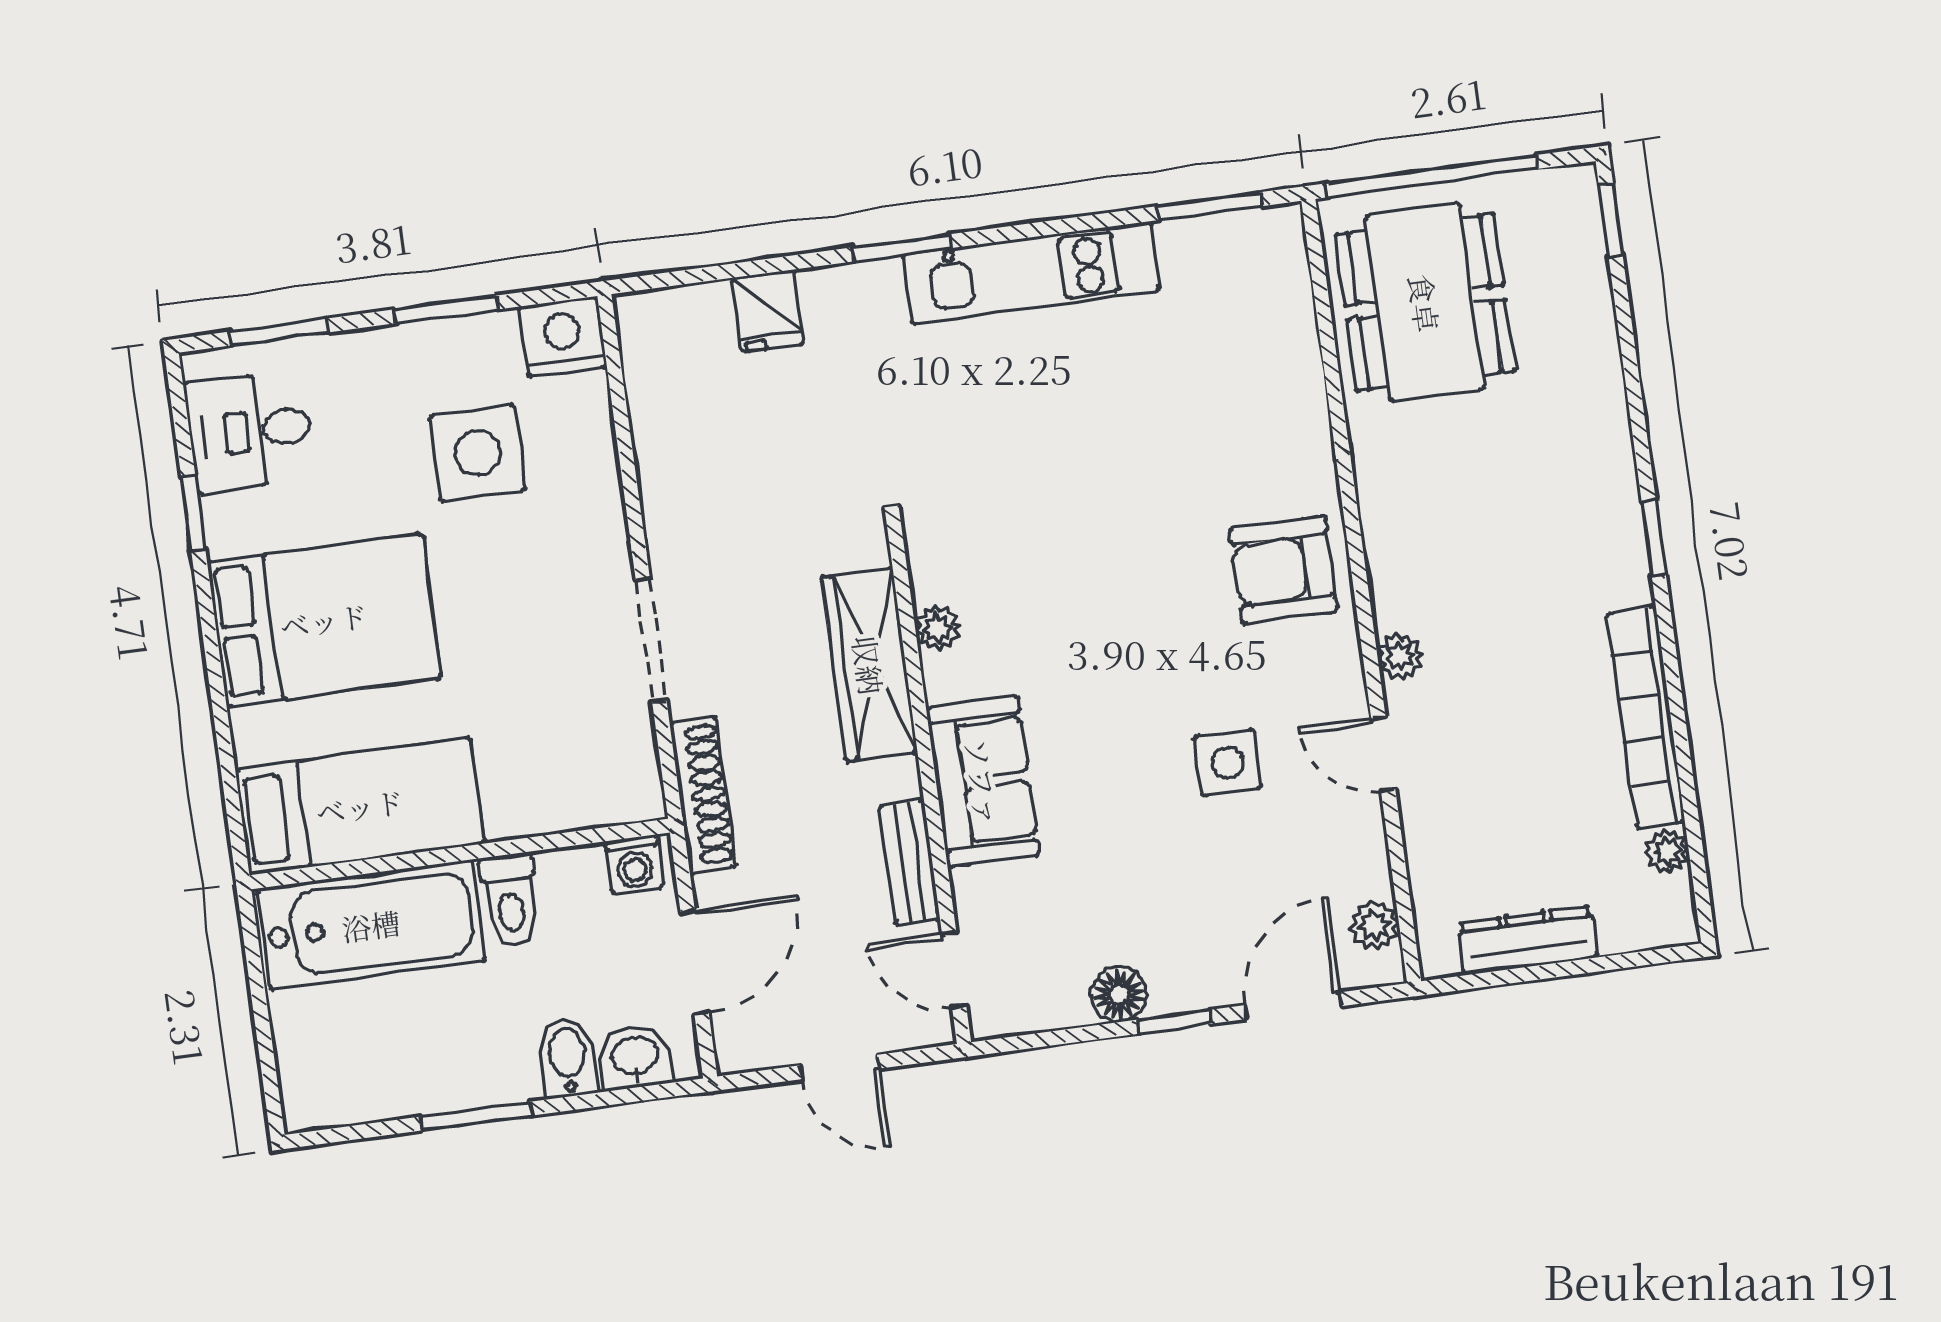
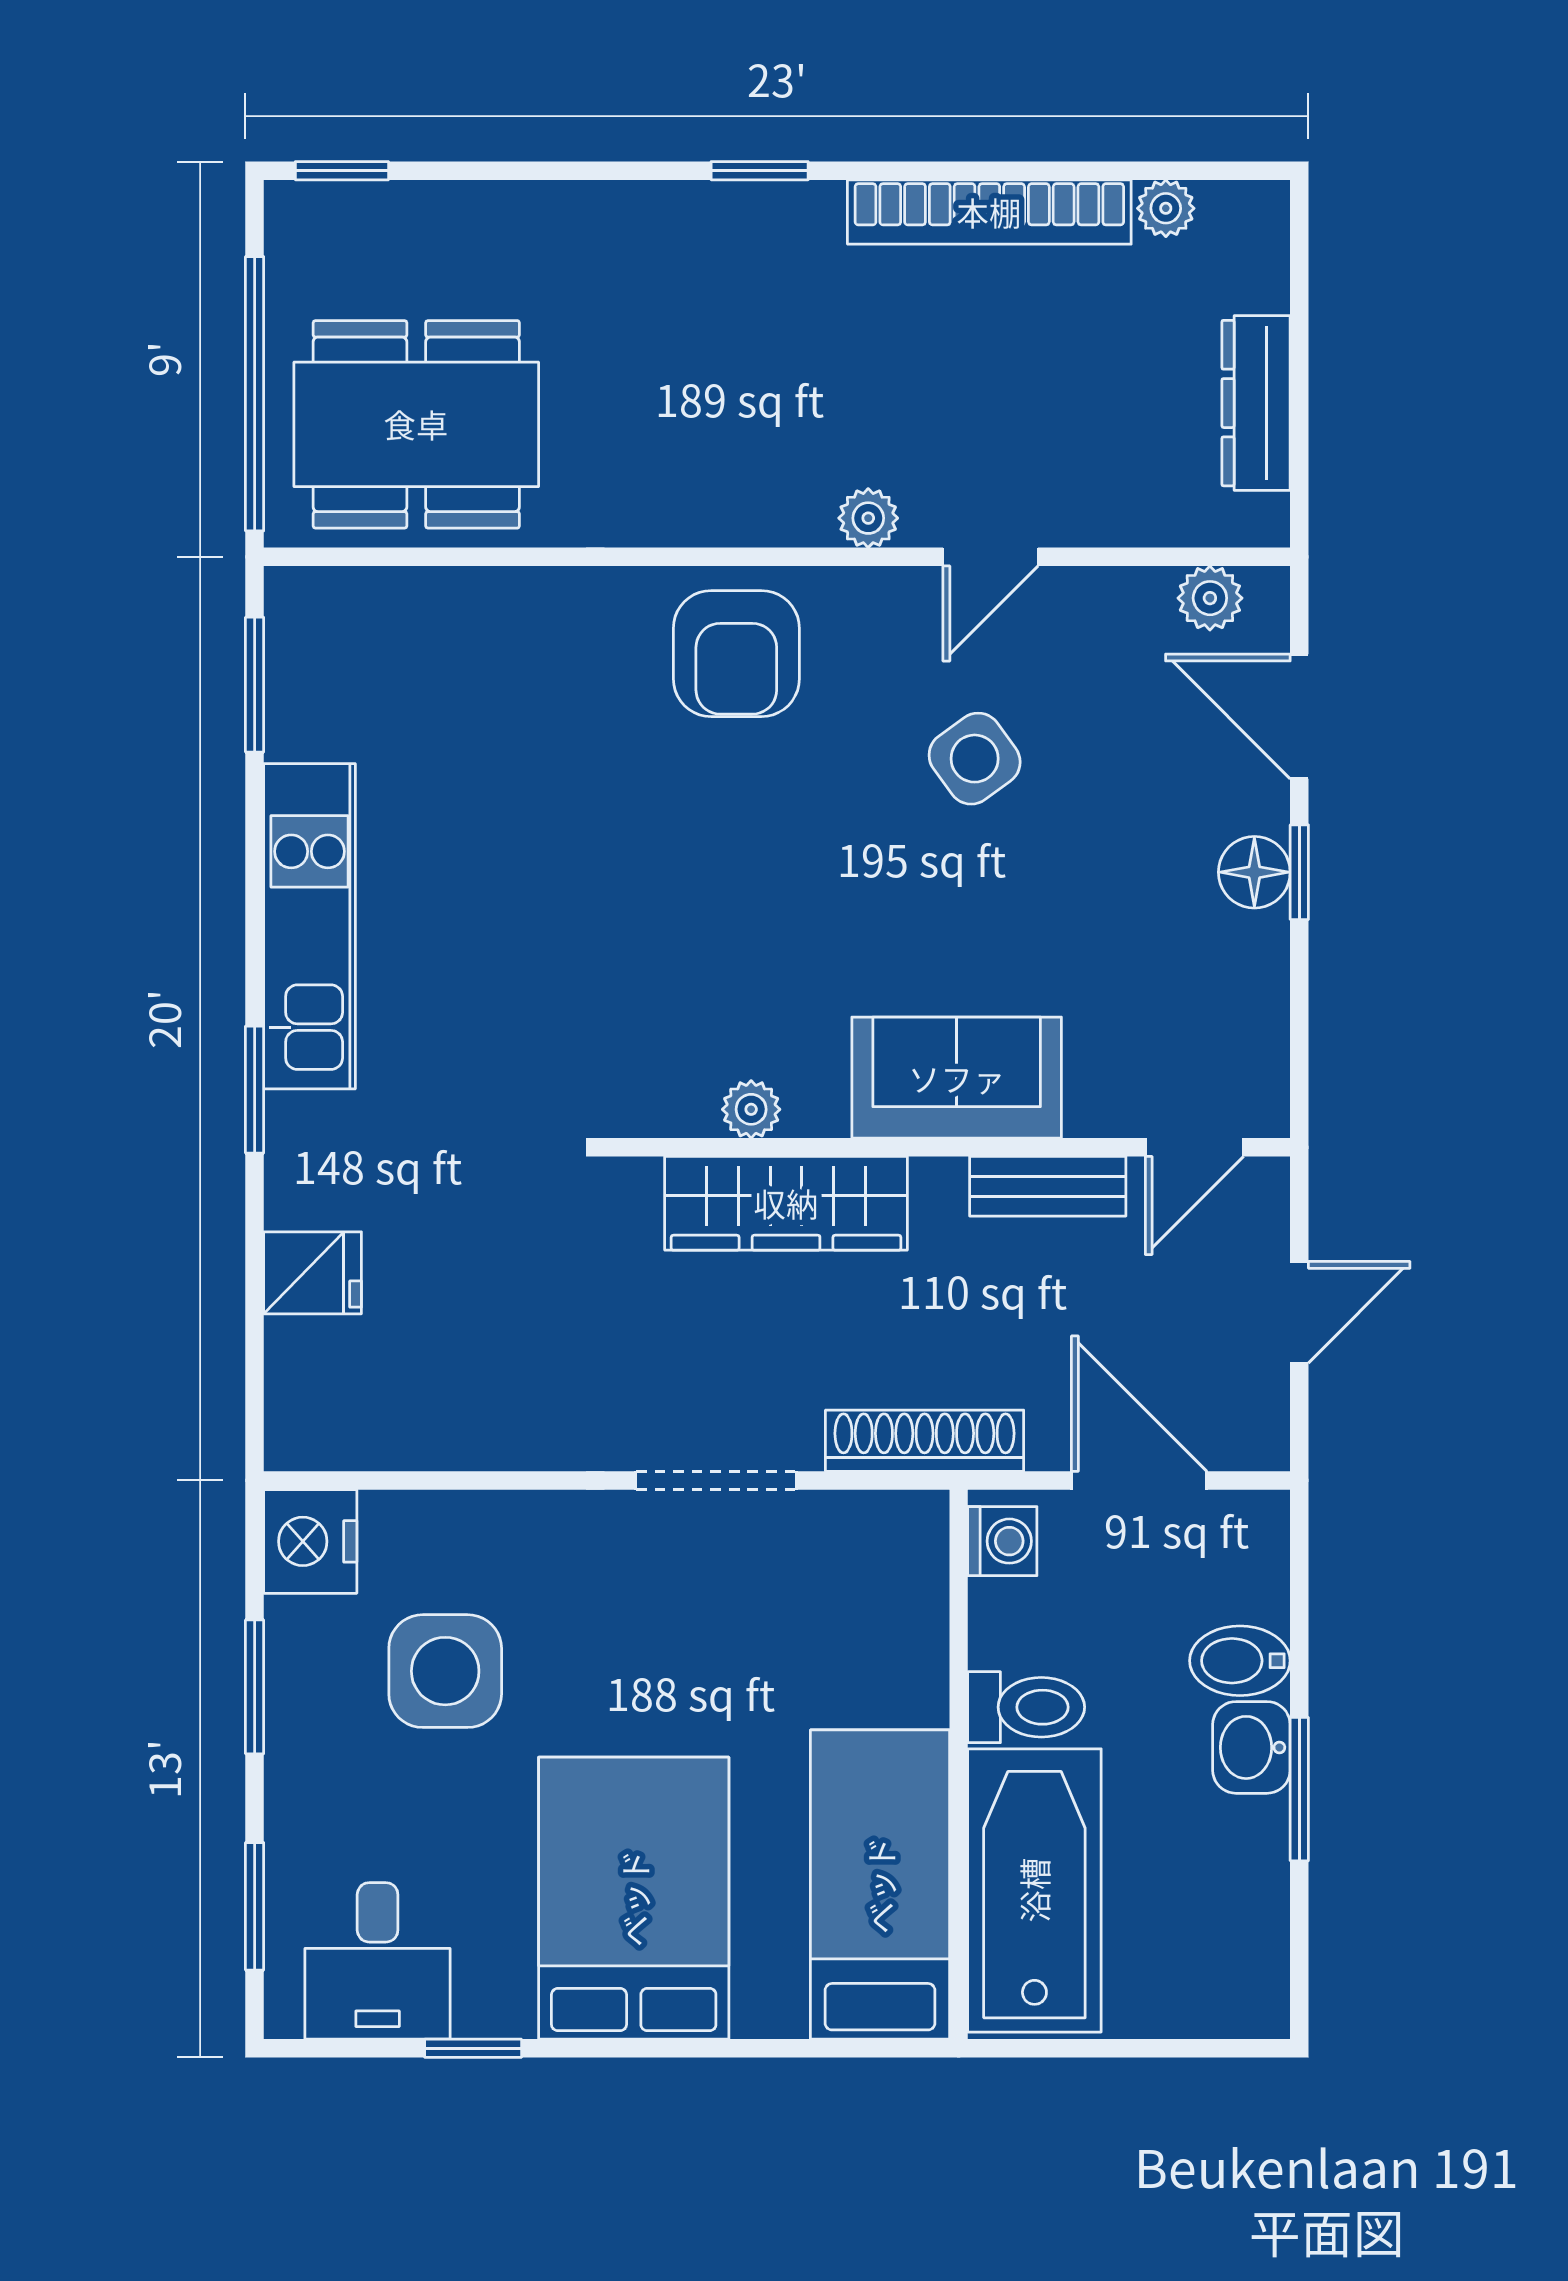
side table: (1228, 762) -> (975, 759), turned -36
floor lamp: (1119, 994) -> (1254, 872), moved
washbasin: (635, 1058) -> (1251, 1747), moved

